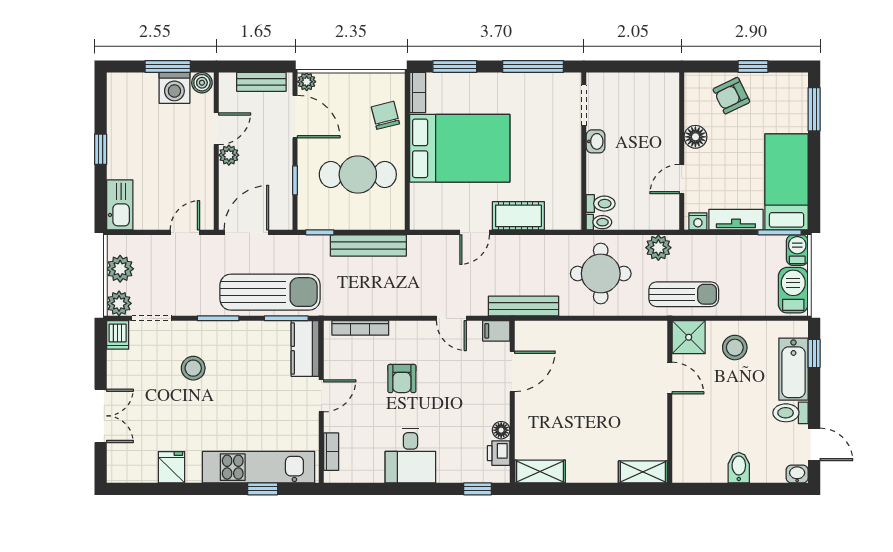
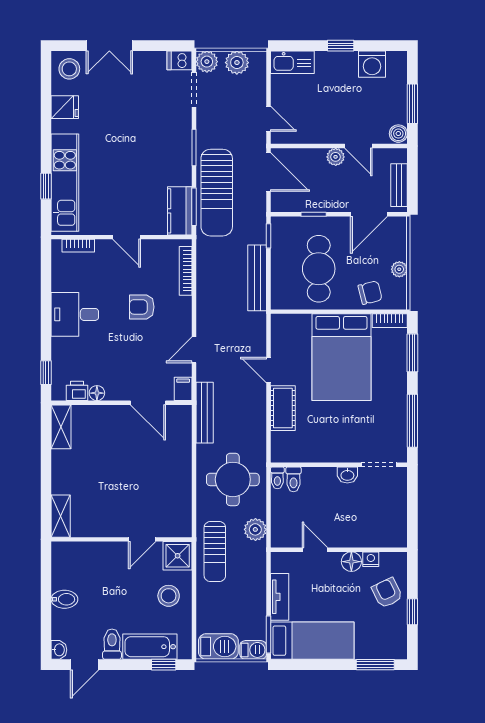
plant: (307, 82) -> (399, 269), moved
washing machine: (174, 88) -> (372, 64), moved, turned -90
nightstand: (698, 221) -> (371, 559), moved, turned 90
kitchen counter: (305, 349) -> (180, 211), moved, turned -90
stool: (193, 368) -> (69, 69), moved

